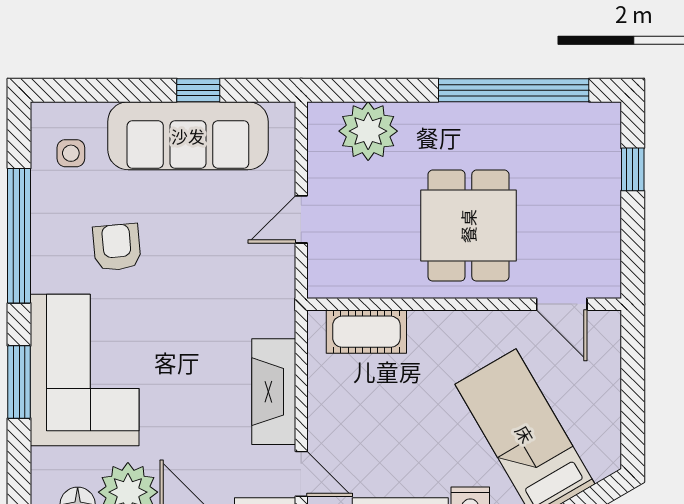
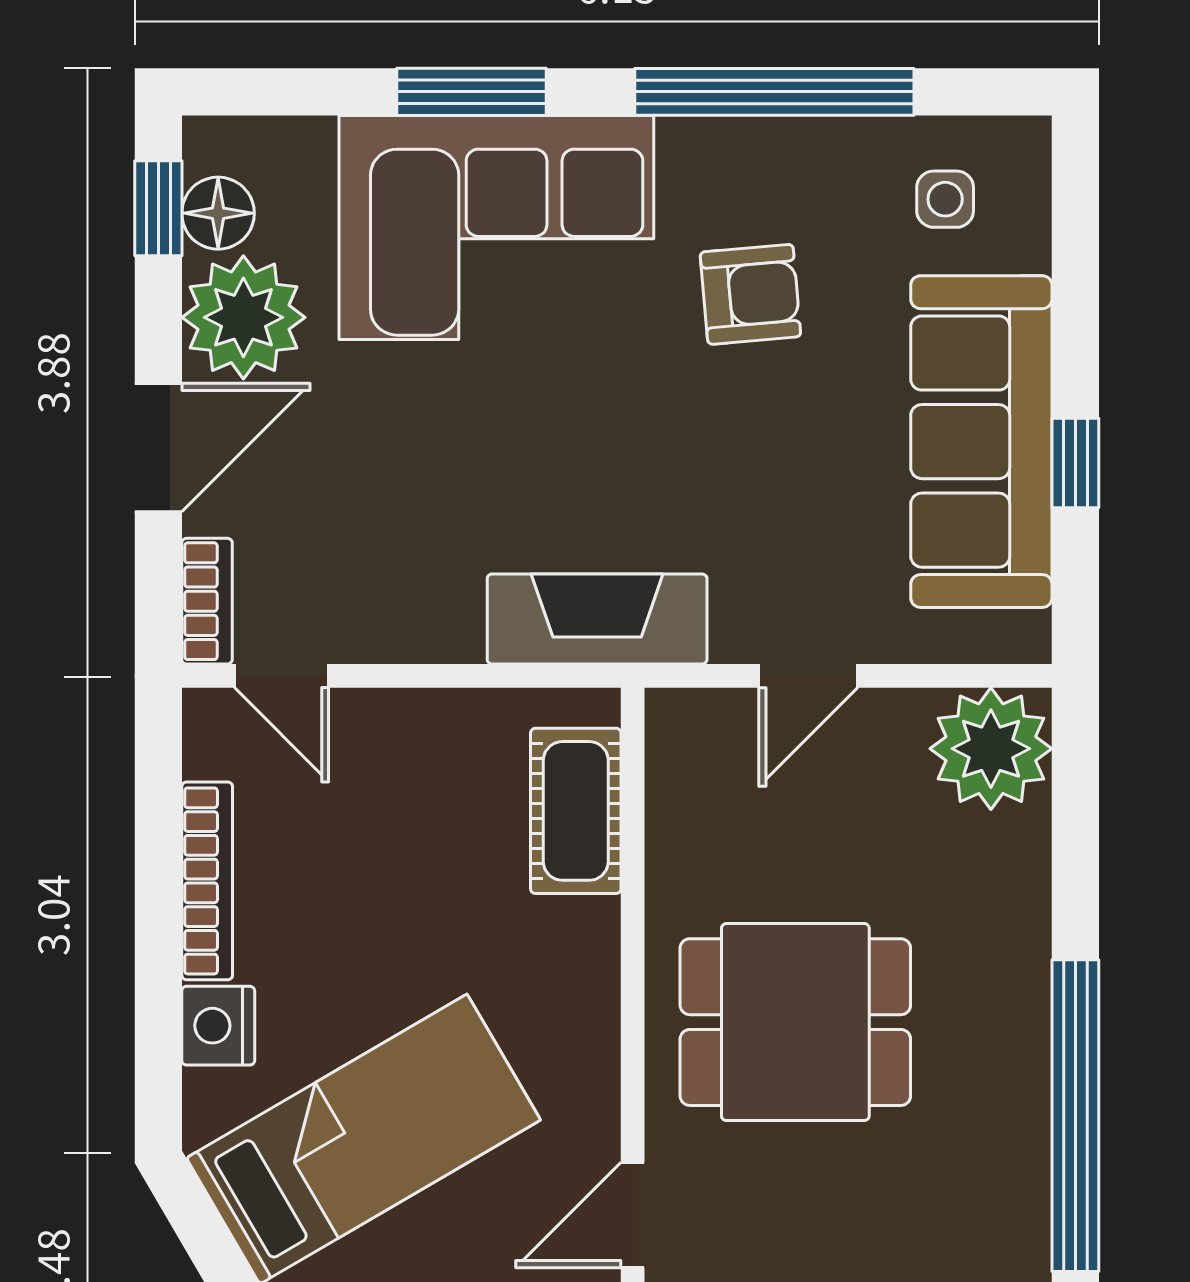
plant: (368, 131) -> (991, 749), moved
door: (301, 219) -> (808, 676), swing flipped
fireplace: (274, 392) -> (597, 619), moved
door: (301, 474) -> (282, 676), hinge flipped

